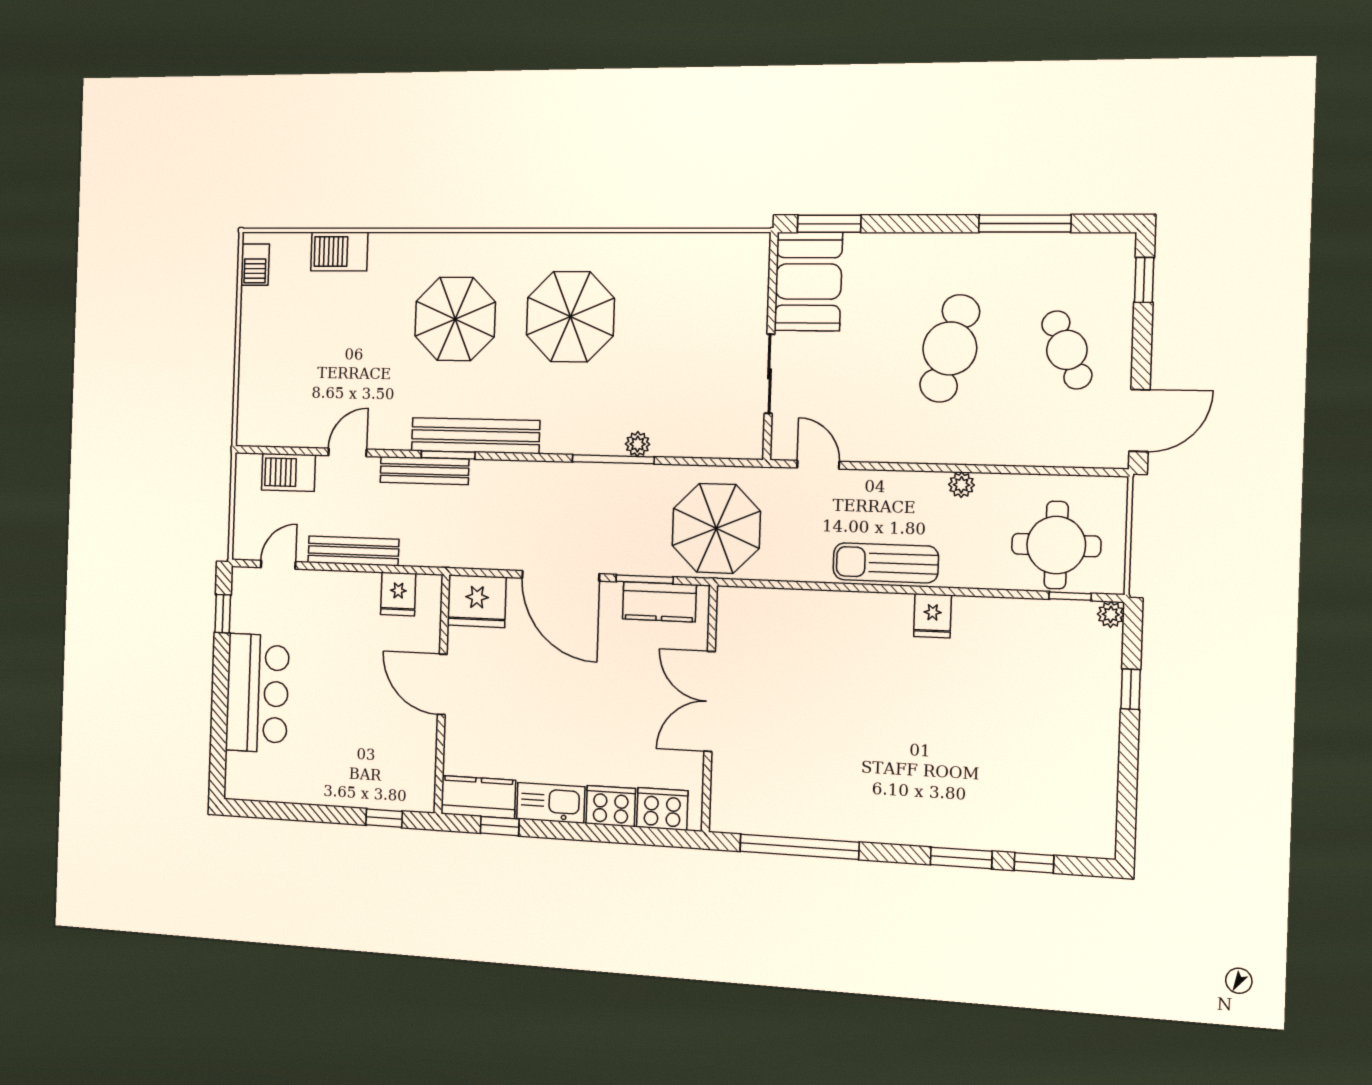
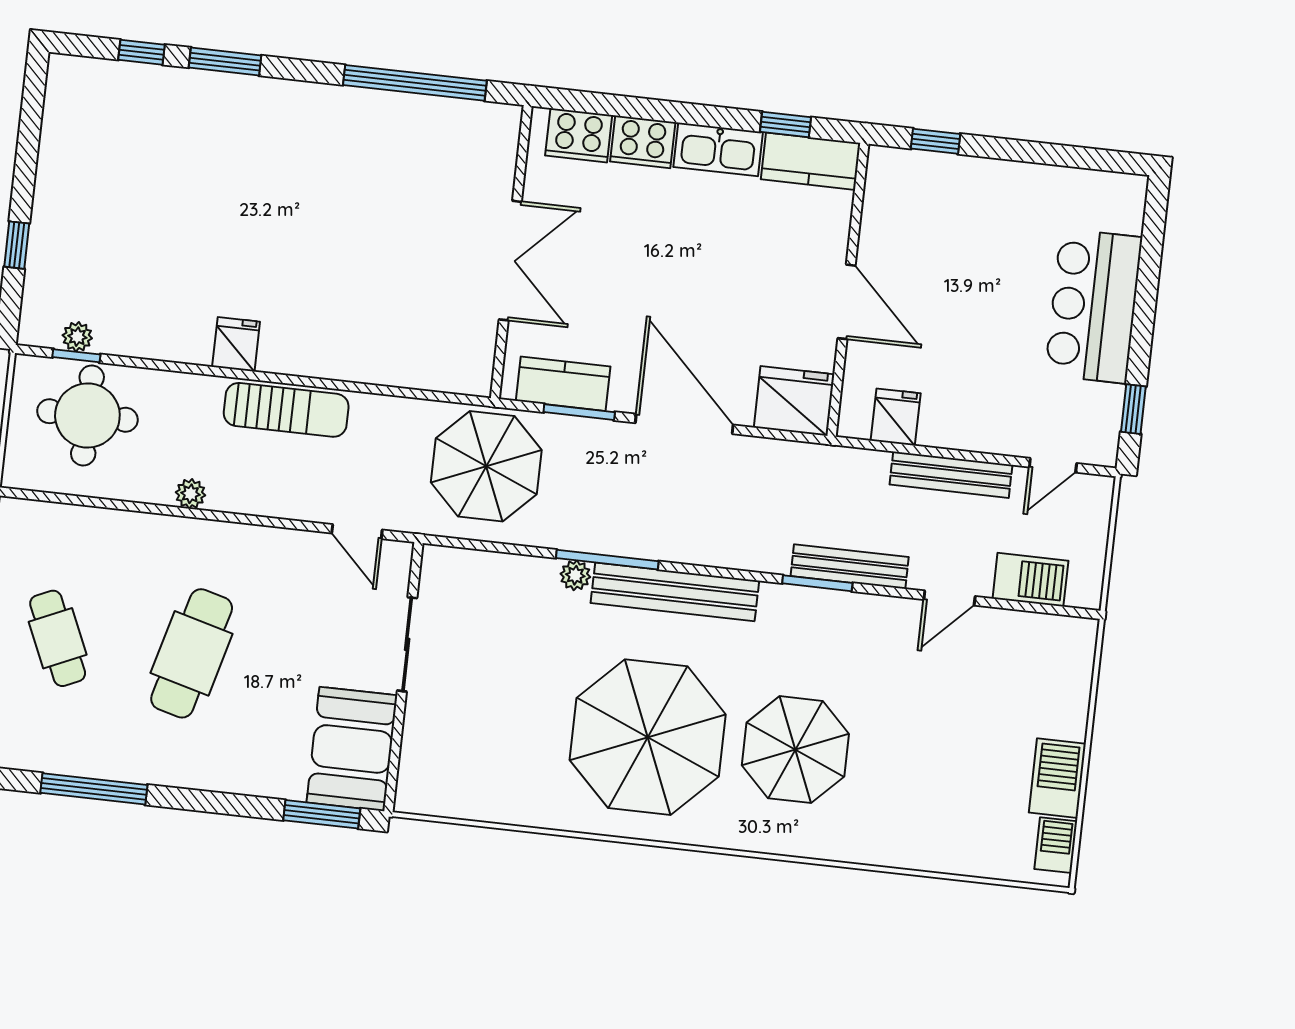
barbecue: (339, 252) -> (1057, 778), moved, turned -90
parasol: (570, 317) -> (648, 737), width x1.36, depth x1.36
bench: (475, 436) -> (675, 592), moved
plant: (1111, 614) -> (77, 337), moved

